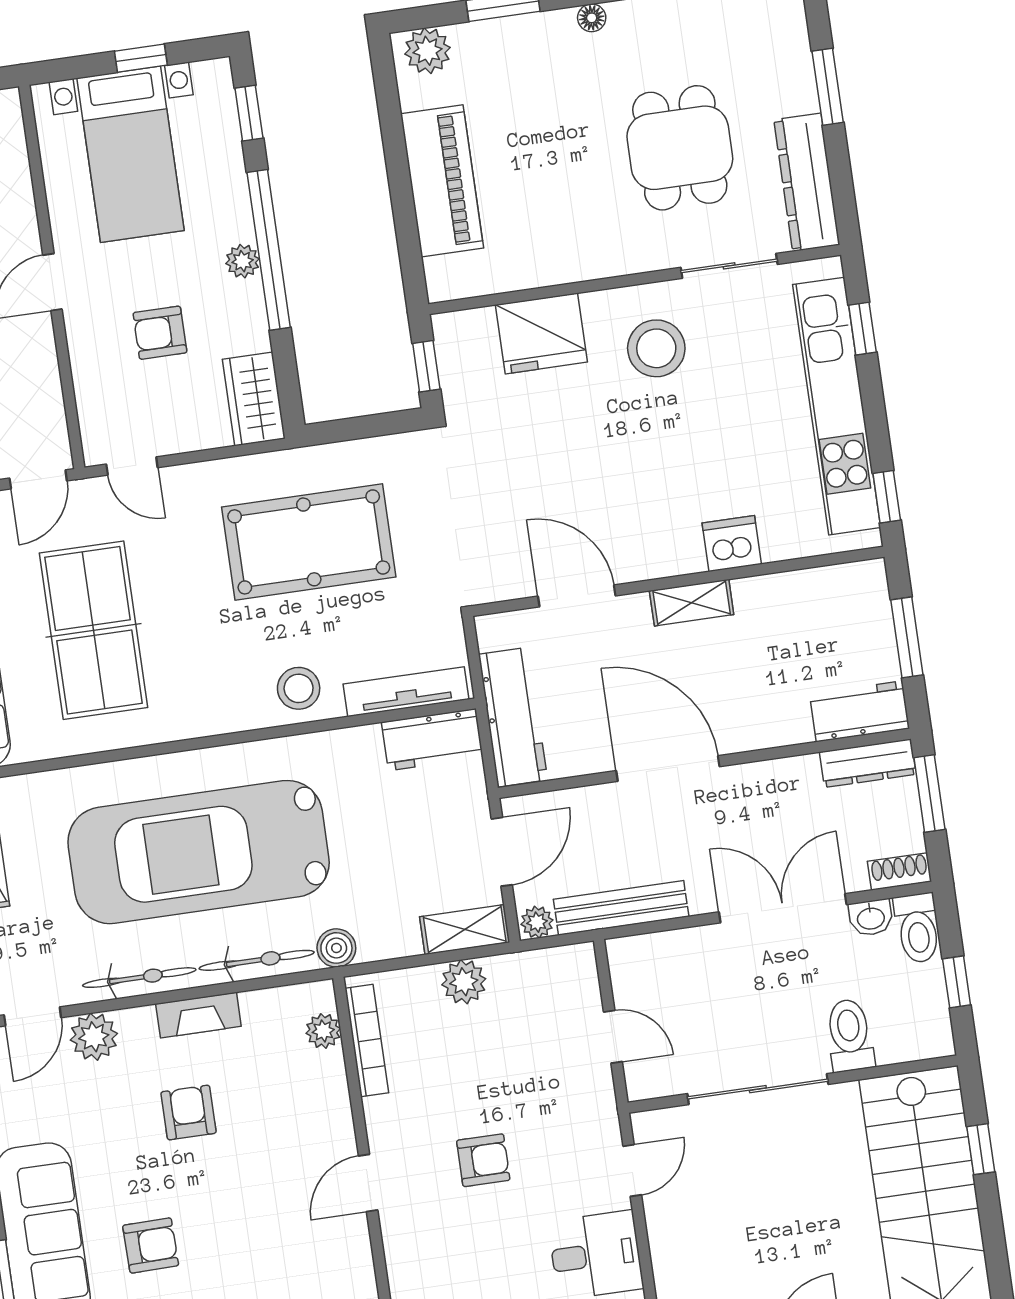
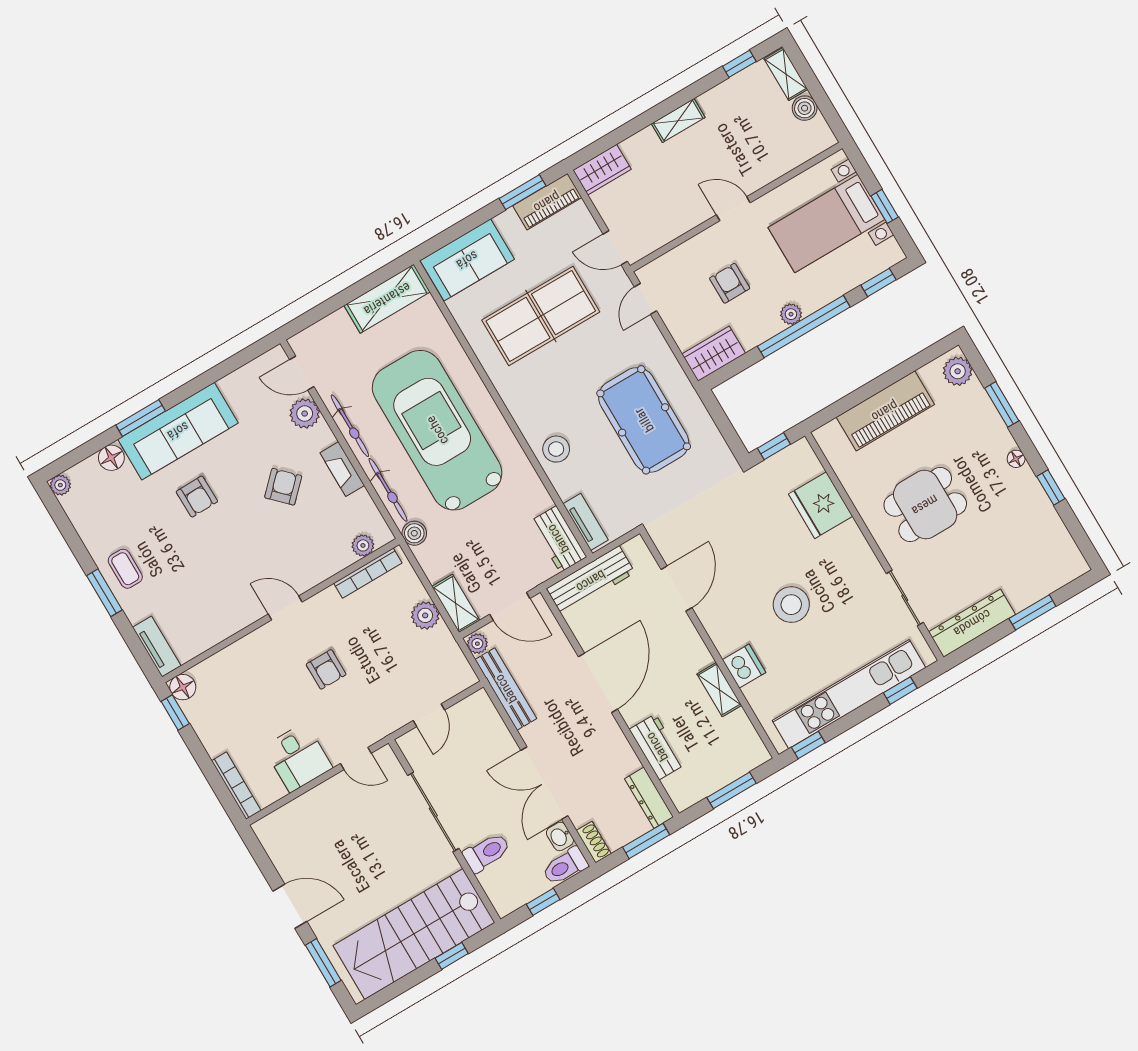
dining table: (680, 148) -> (925, 505), moved
stool: (656, 348) -> (791, 605), moved
shelving: (692, 603) -> (719, 690), moved
tv unit: (406, 692) -> (586, 522), width x0.71
workbench: (860, 711) -> (657, 747), moved
double door: (783, 908) -> (544, 783), swing flipped
armchair: (189, 1113) -> (283, 487), turned -45

